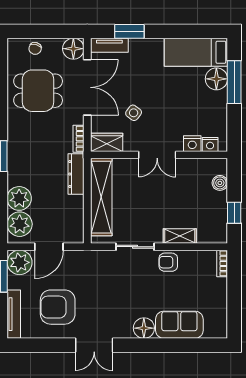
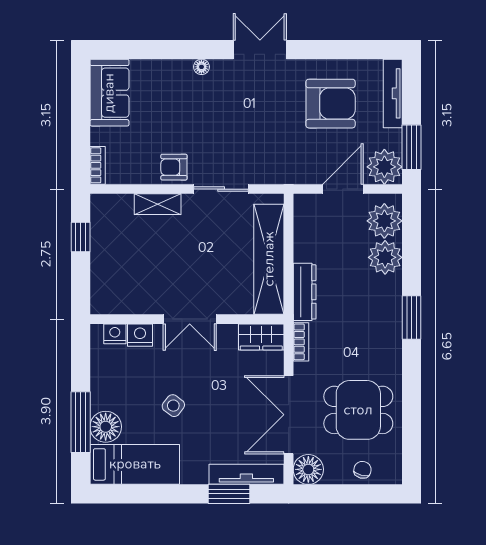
tv unit: (109, 45) -> (246, 474), width x1.41
side table: (134, 113) -> (173, 406), moved
double door: (157, 155) -> (190, 319), swing flipped
boiler: (220, 183) -> (101, 279), removed
armchair: (168, 262) -> (174, 167), turned 180
sofa: (179, 325) -> (109, 93), moved, turned -90
floor lamp: (144, 328) -> (201, 67), width x0.53, depth x0.53
double door: (94, 345) -> (260, 50), moved

